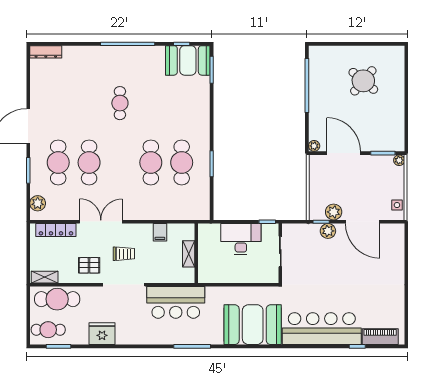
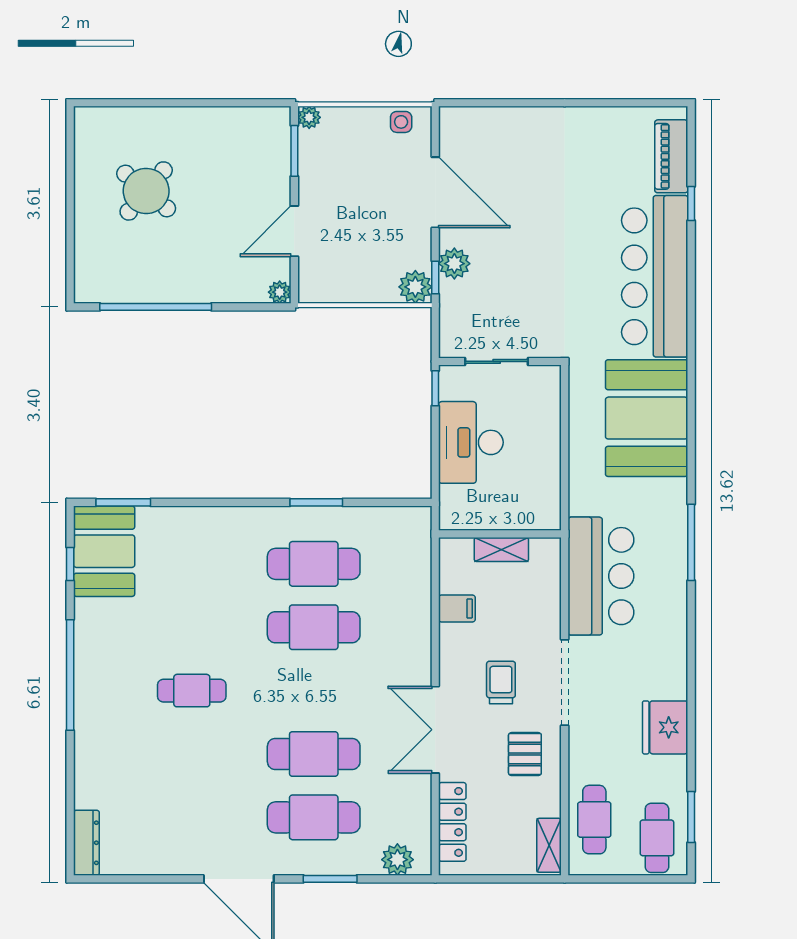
door: (344, 153) -> (294, 231), width x0.73
plant: (334, 212) -> (415, 287), moved
door: (363, 222) -> (435, 192), hinge flipped
cafe table: (57, 299) -> (594, 820), width x0.73, depth x0.74

